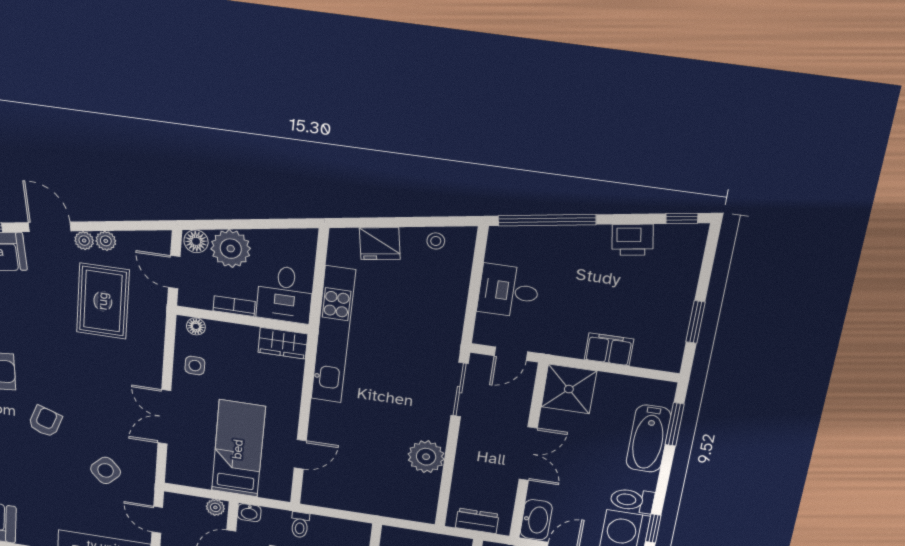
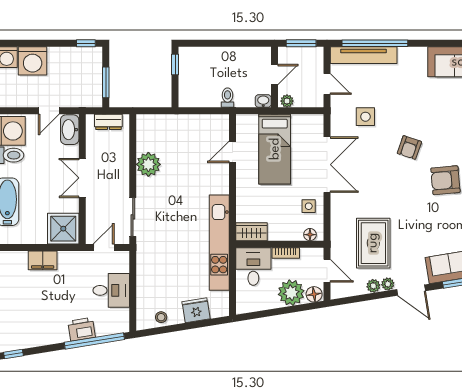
printer: (633, 240) -> (82, 329), moved
double door: (164, 417) -> (327, 165), width x1.37
side table: (106, 470) -> (365, 117), turned 45

